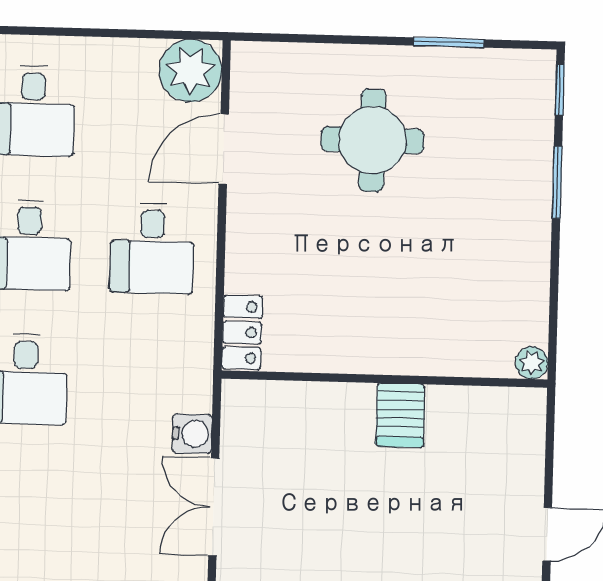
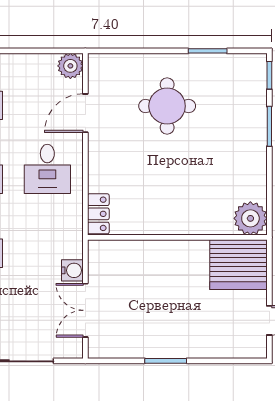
plant: (191, 71) -> (70, 66), width x0.73, depth x0.73
plant: (532, 363) -> (250, 218), width x1.87, depth x1.87
server rack: (400, 415) -> (238, 265), moved, width x2.18, depth x1.44

